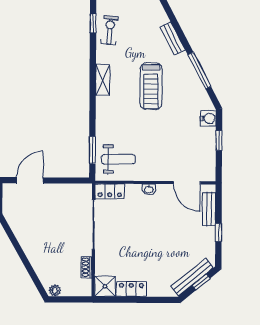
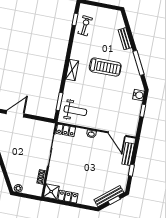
shelving: (103, 80) -> (72, 70), moved
treadmill: (151, 86) -> (105, 67), turned -90

